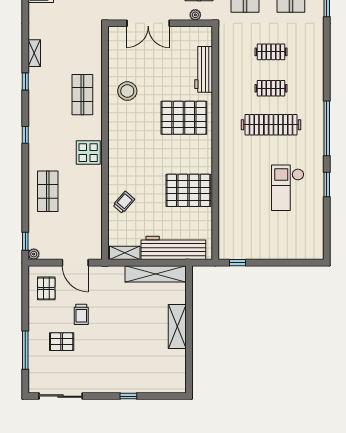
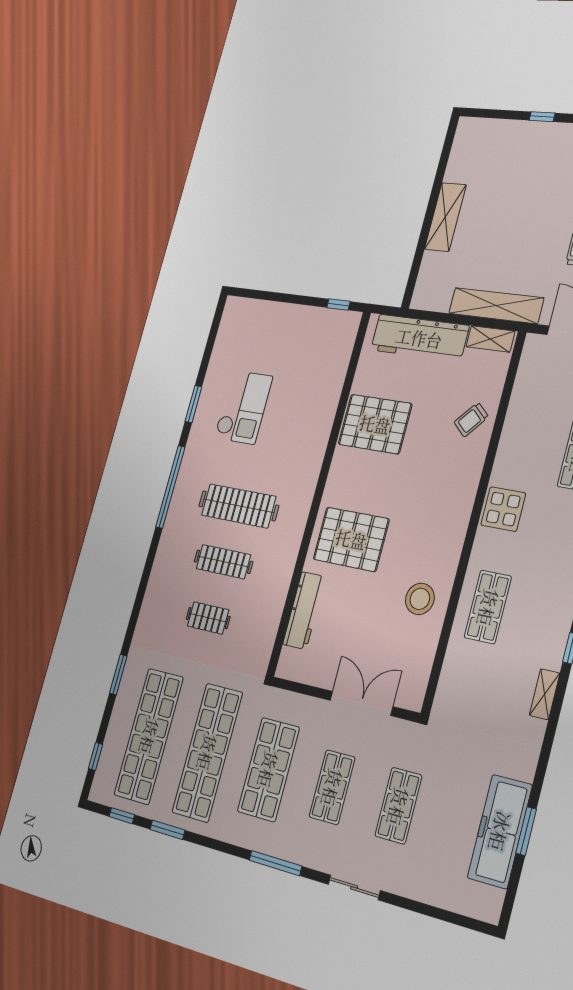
plant: (195, 15) -> (292, 701), removed
clothes rail: (271, 88) -> (223, 562), width x1.36
shelving: (156, 274) -> (496, 306), moved

